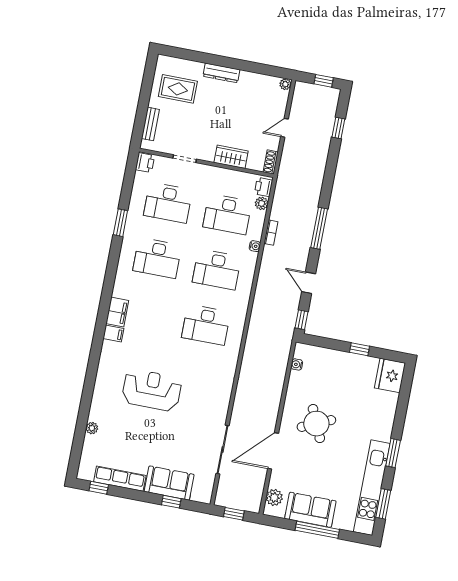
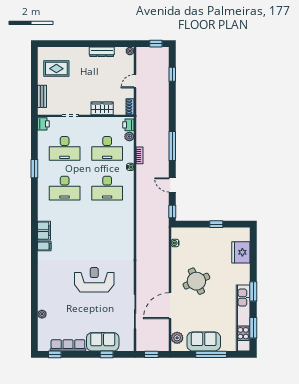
dresser: (221, 73) -> (102, 52), moved
desk: (206, 325) -> (107, 228), removed
fridge: (390, 375) -> (241, 252), moved
reception desk: (152, 390) -> (94, 280), moved

